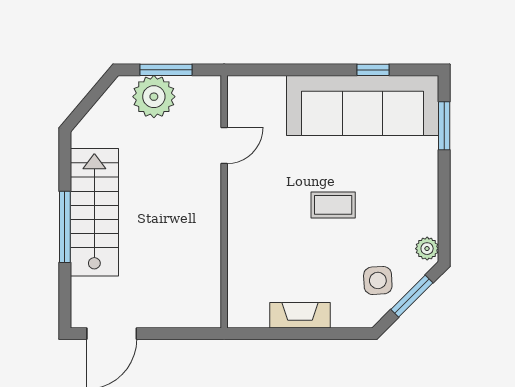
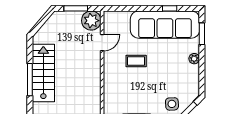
plant: (154, 97) -> (91, 21), moved
coffee table: (333, 205) -> (136, 61), moved
plant: (427, 249) -> (194, 59), moved

